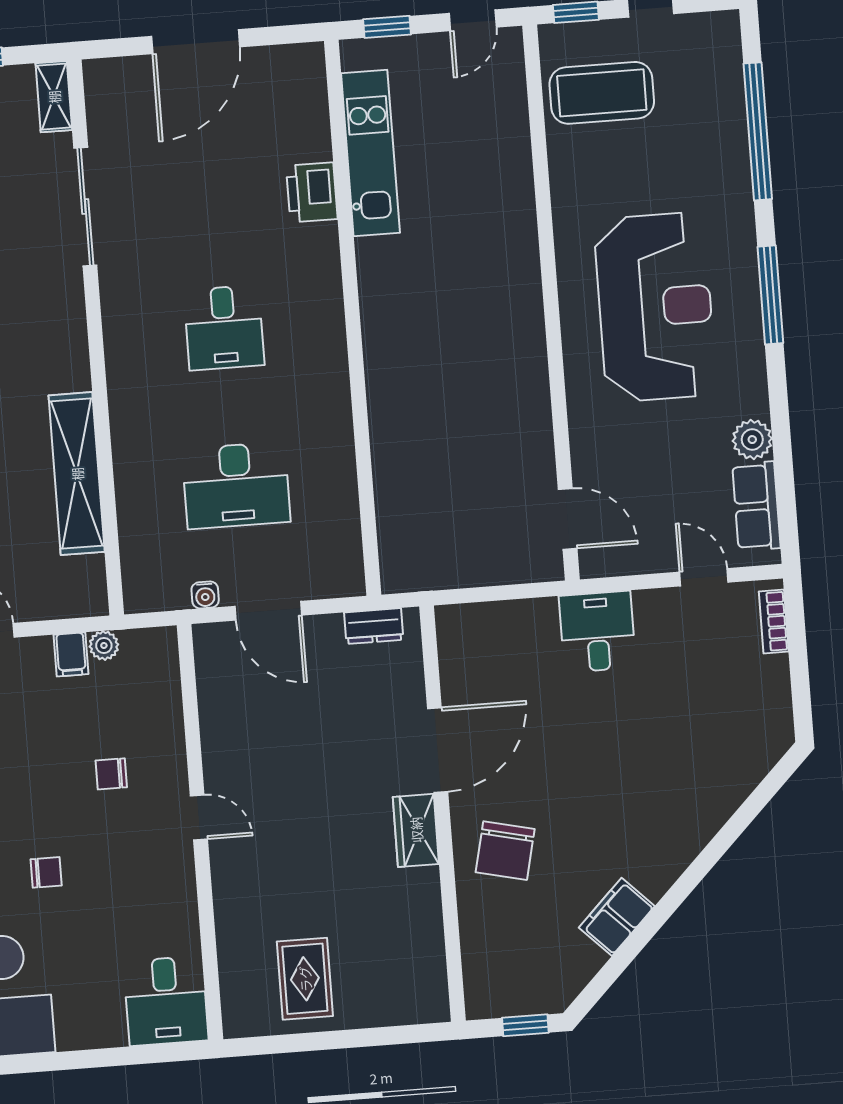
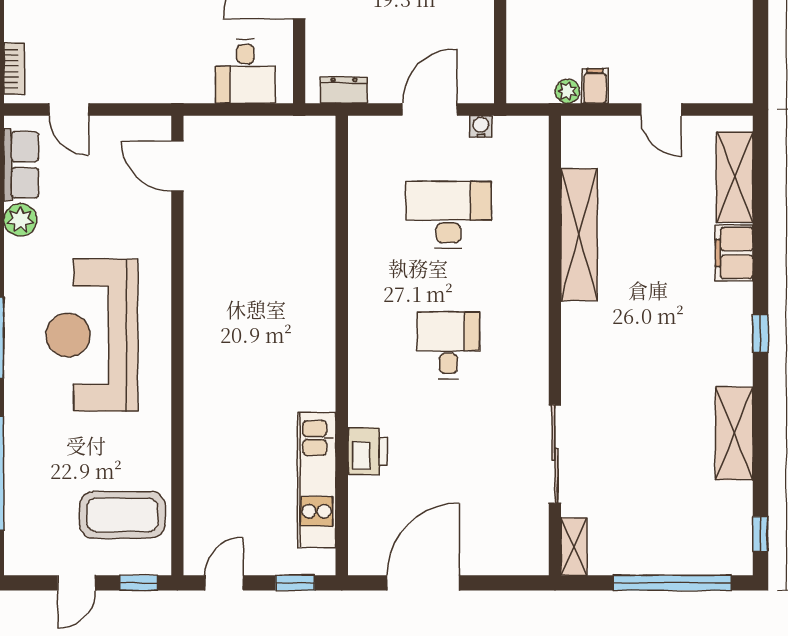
door: (196, 42) -> (423, 583), moved
door: (268, 611) -> (430, 109), hinge flipped
desk: (597, 632) -> (245, 71), moved

